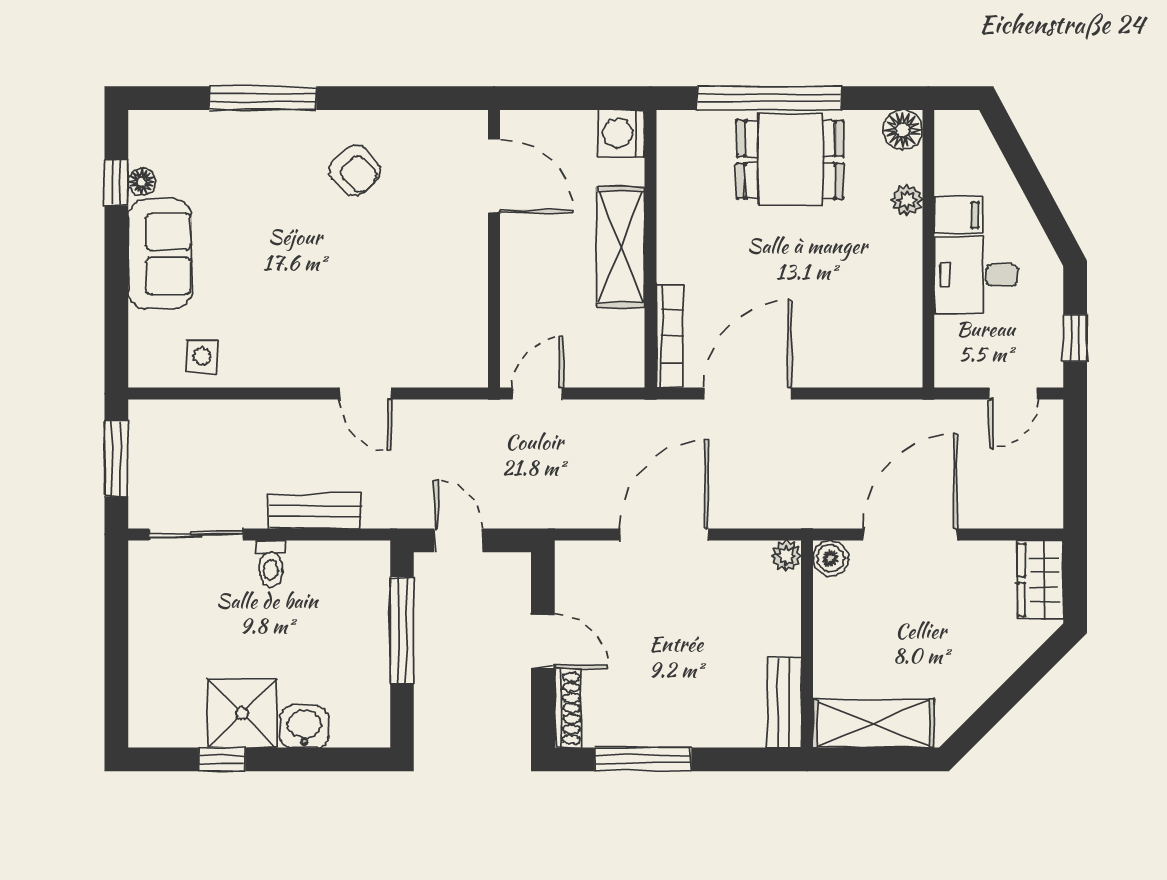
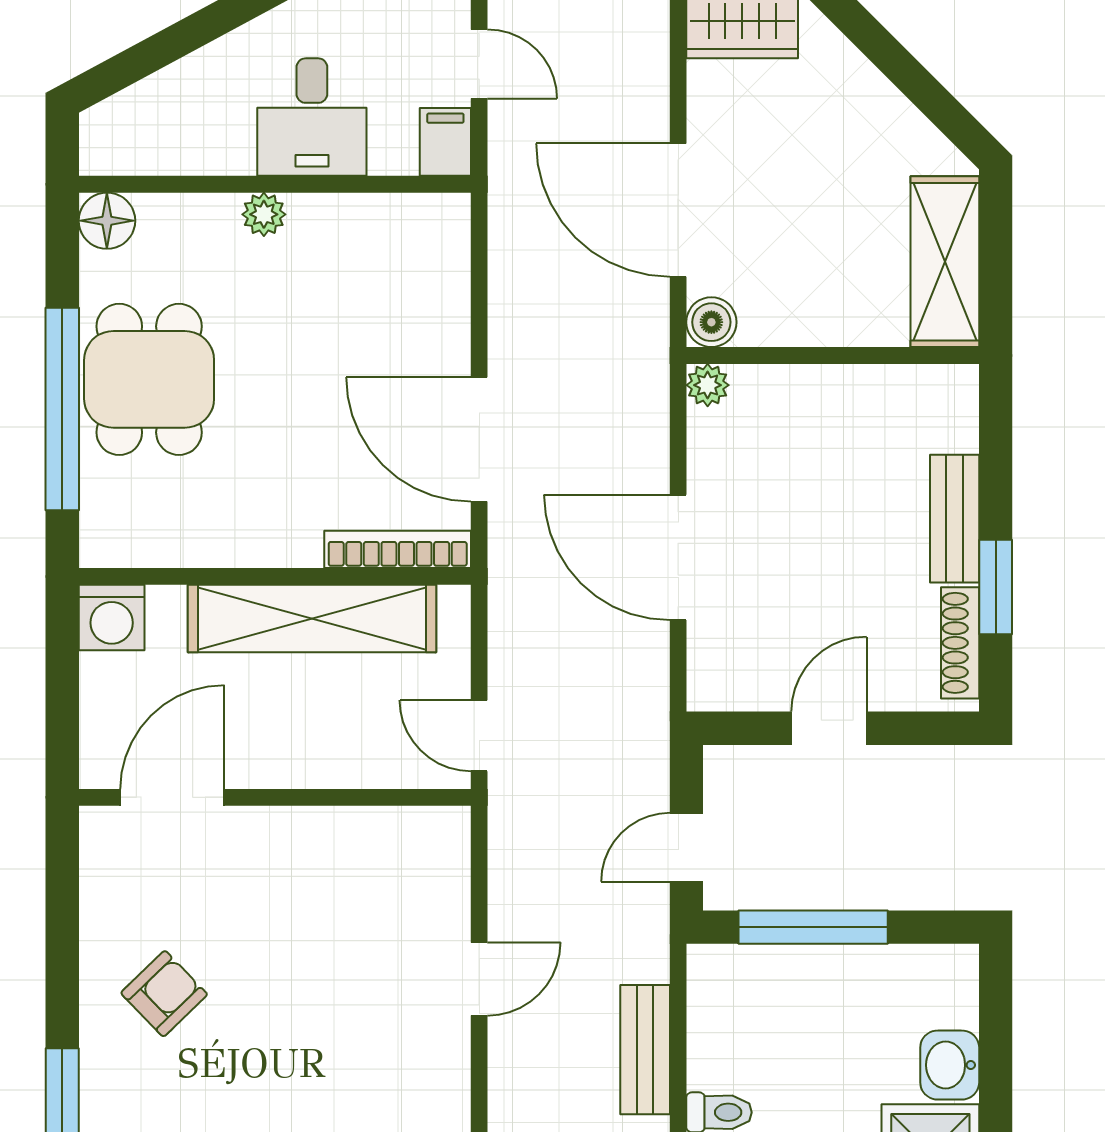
plant: (907, 200) -> (264, 214), moved
filing cabinet: (958, 215) -> (445, 142), moved
shelving: (621, 247) -> (312, 619), width x1.47
bench: (784, 702) -> (955, 519), moved, turned 90
shoe rack: (568, 708) -> (960, 643), moved, turned -90
window: (643, 759) -> (996, 587), width x0.69

